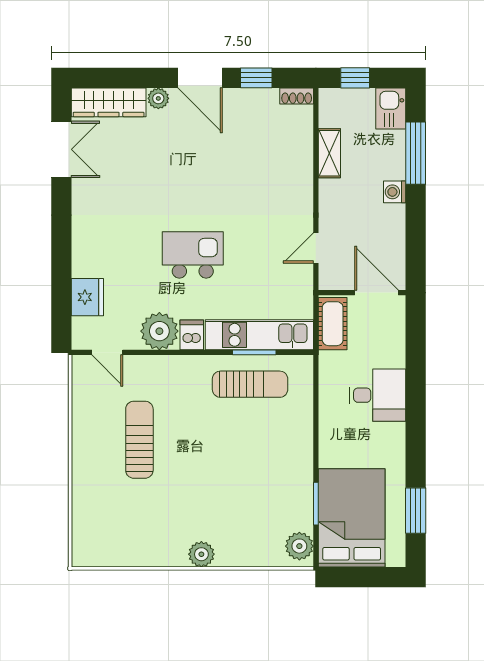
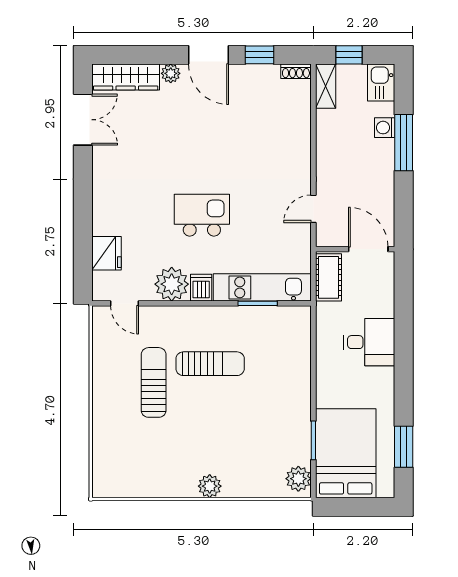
shelving: (329, 153) -> (326, 86), moved
window: (416, 153) -> (404, 143), moved
washing machine: (395, 192) -> (385, 128), moved
sun lounger: (250, 384) -> (210, 364), moved

